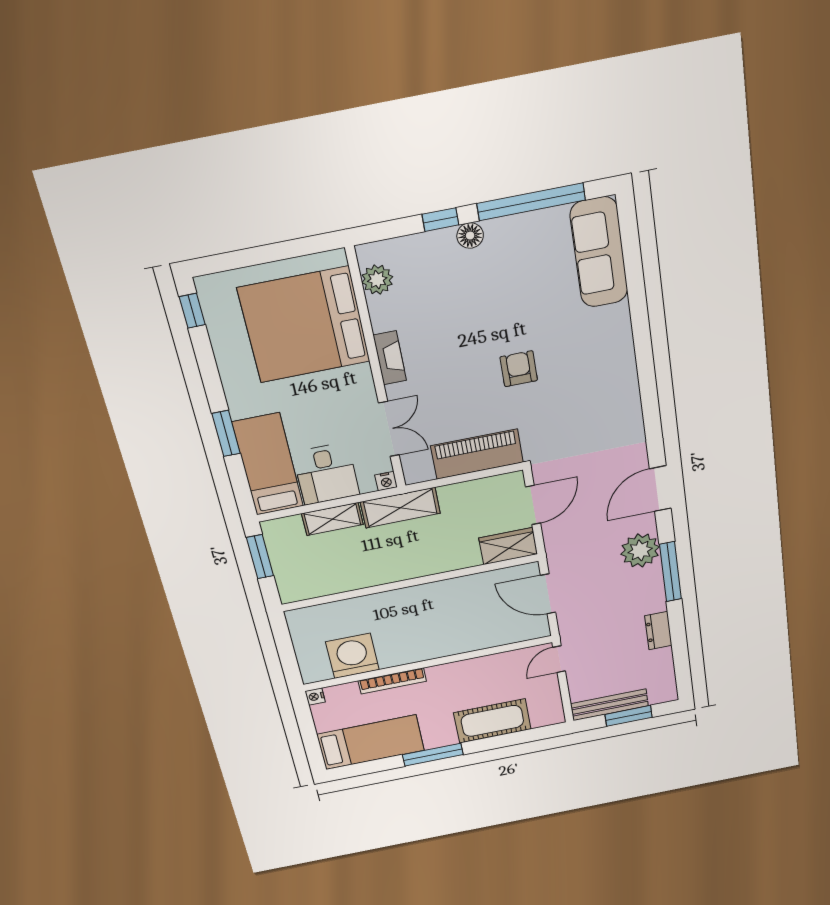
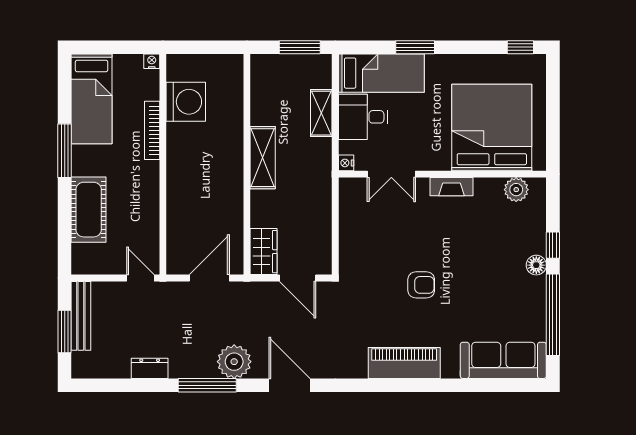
piano: (477, 454) -> (404, 363), moved, turned -90
shelving: (400, 508) -> (263, 158), moved

